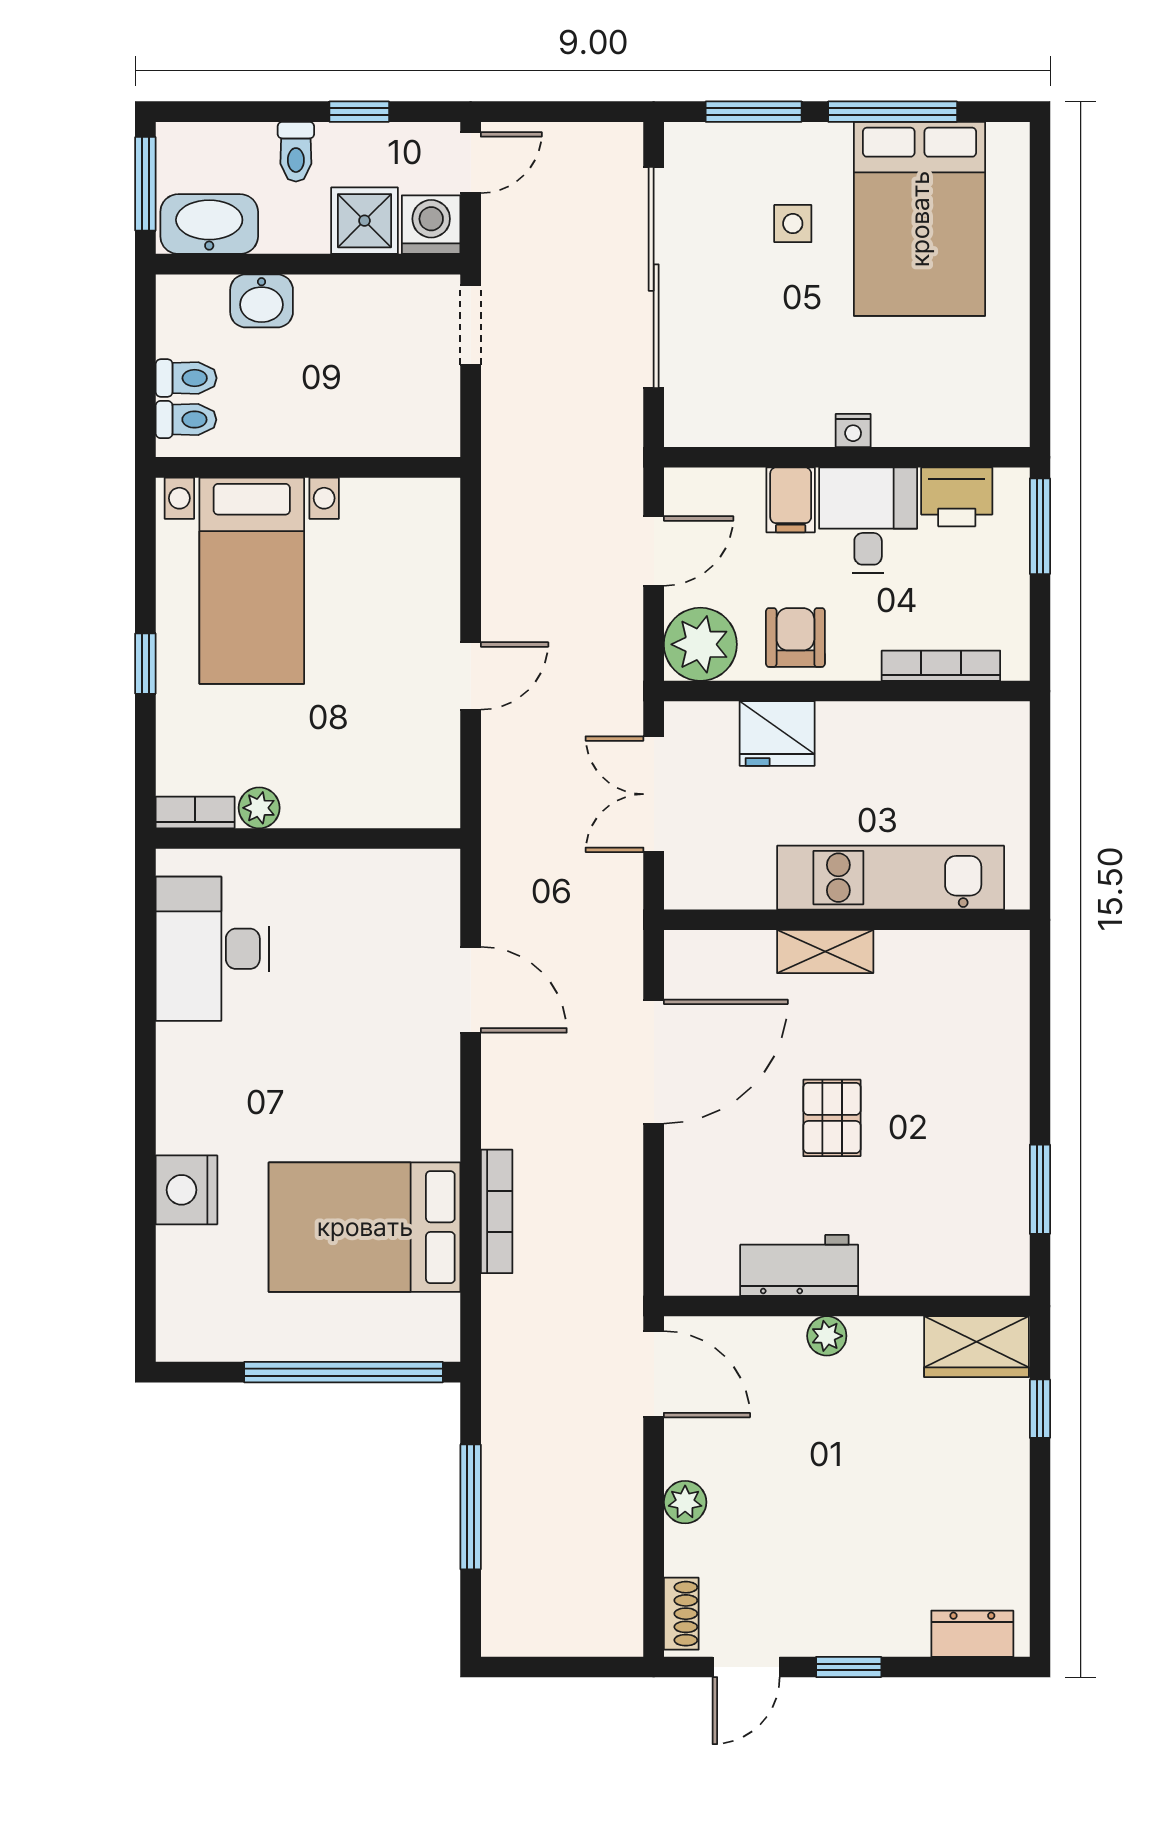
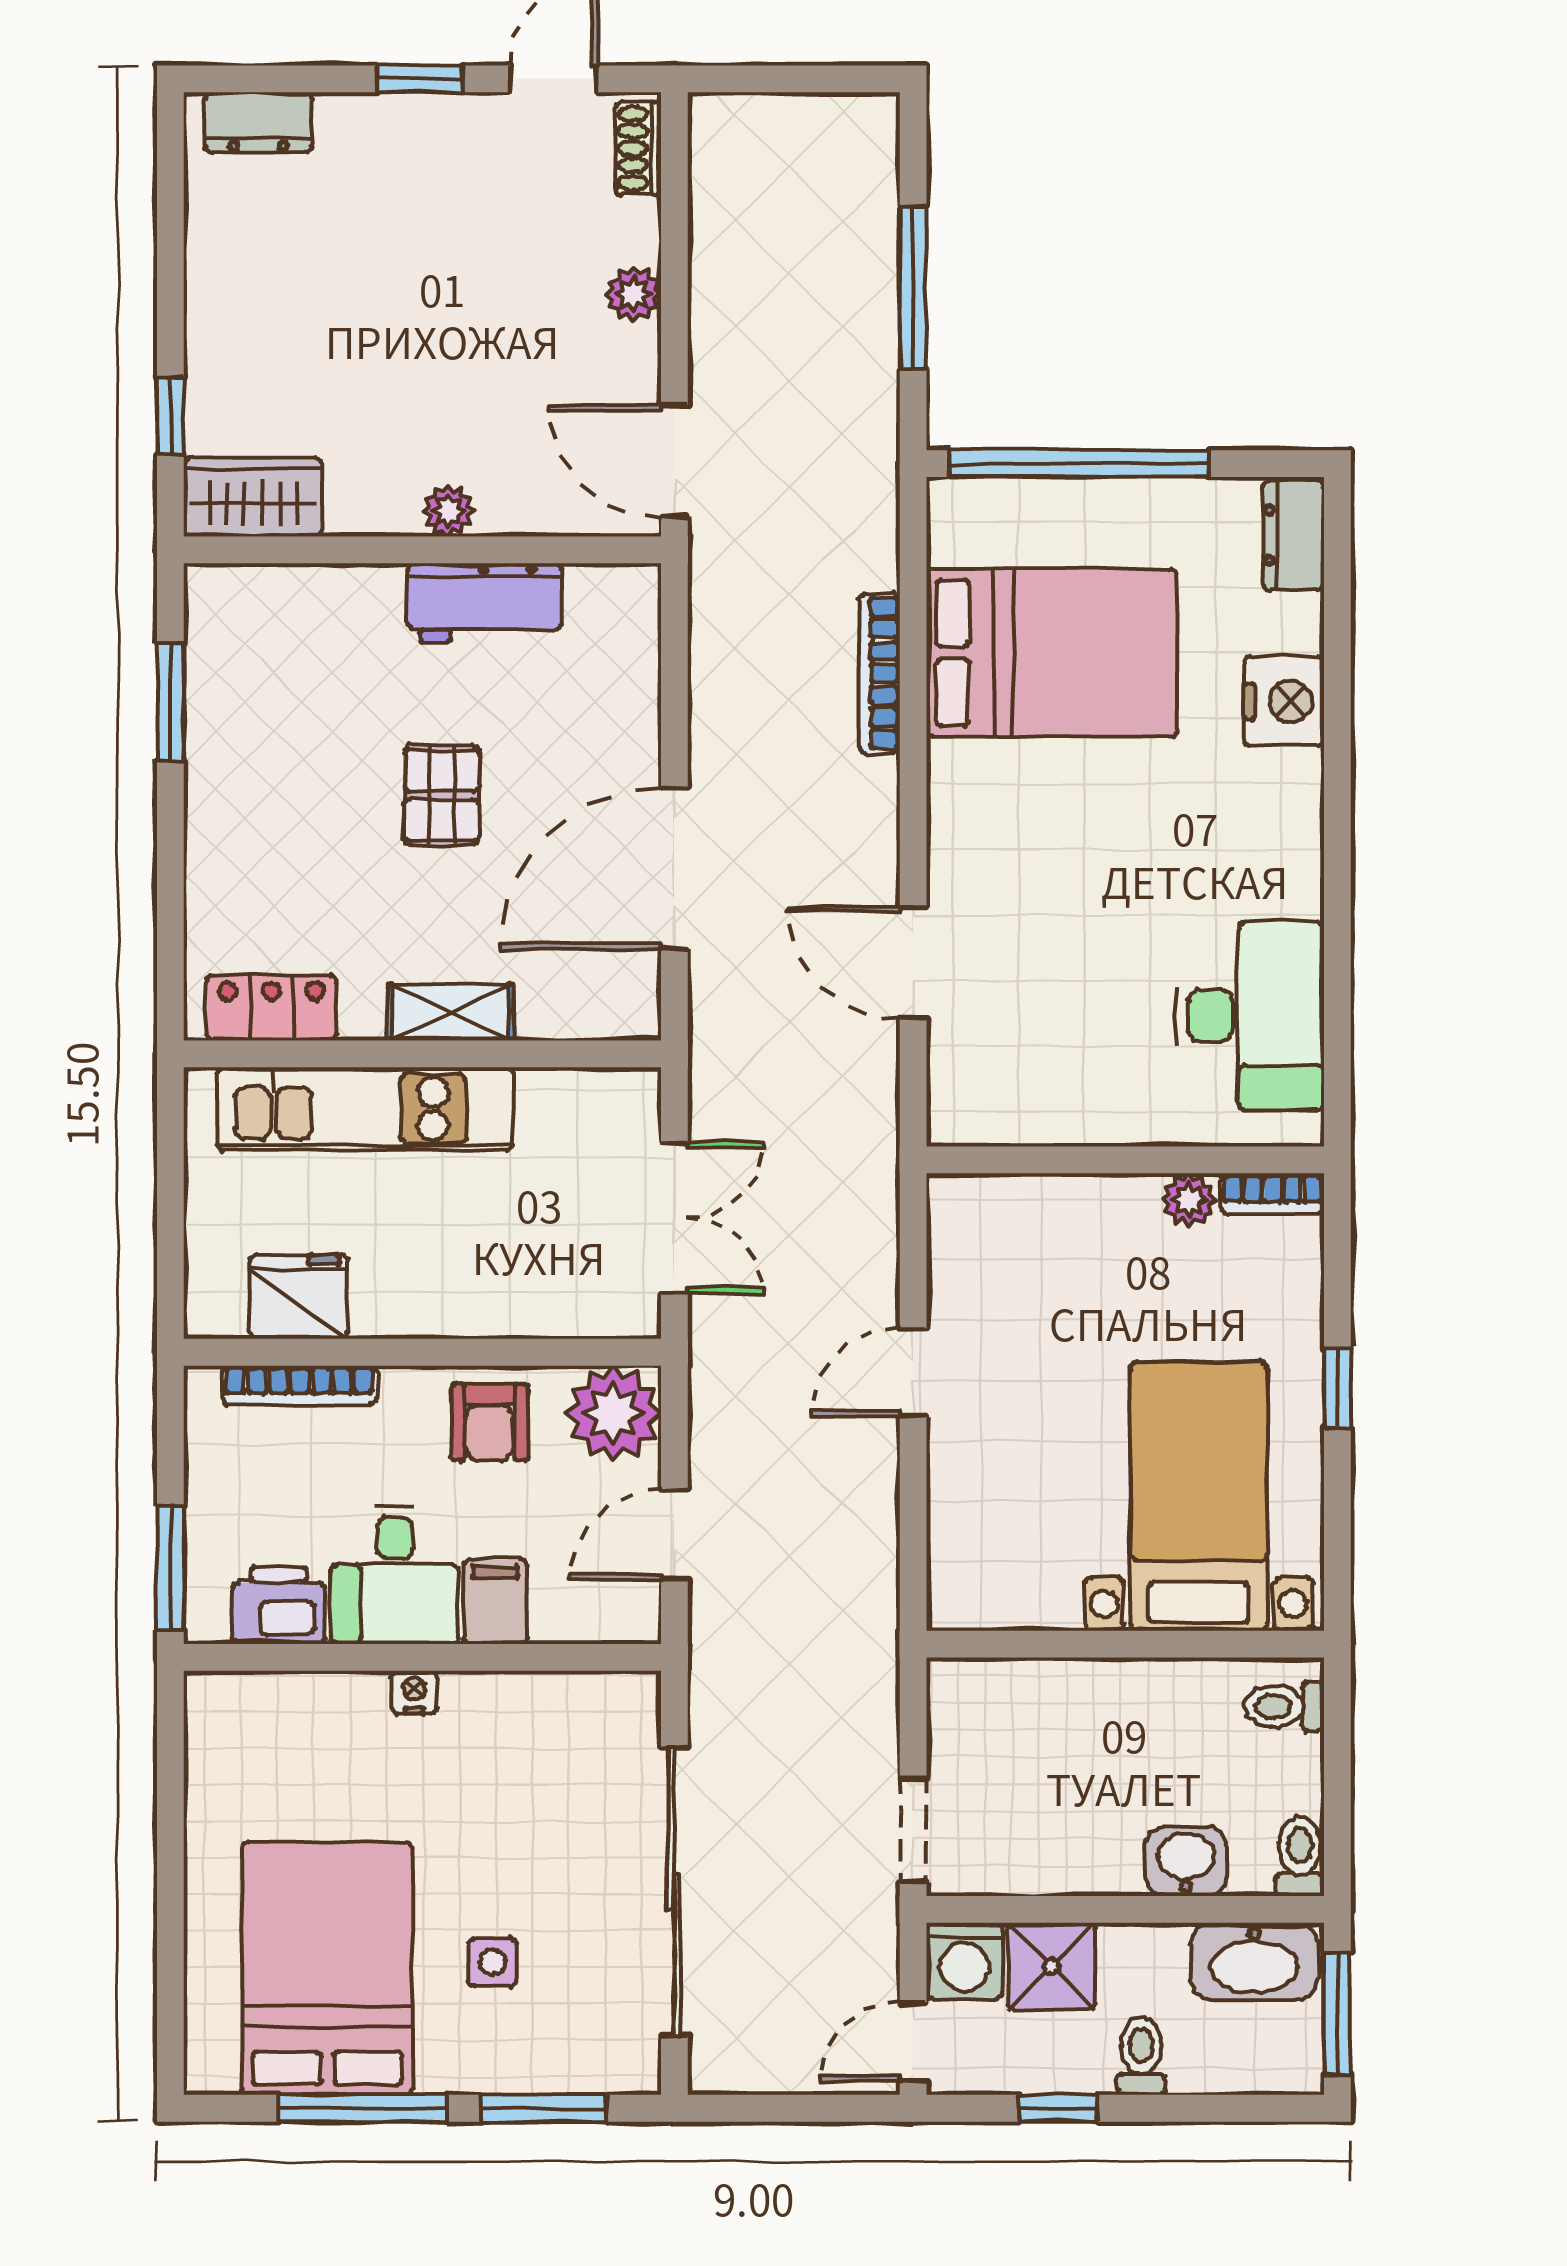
toilet: (186, 378) -> (1300, 1856), moved, turned 90
fridge: (777, 734) -> (298, 1297), moved
locker: (962, 955) -> (271, 1008), added
dresser: (179, 1317) -> (1293, 535), added

